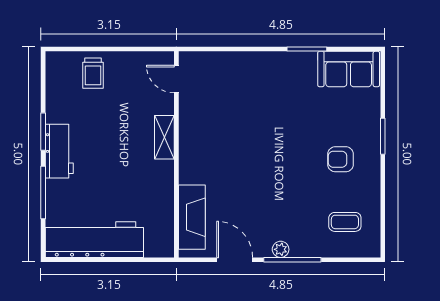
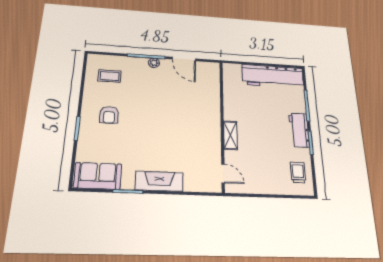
trolley: (93, 73) -> (298, 173), moved
armchair: (341, 159) -> (109, 115), turned 90
fireplace: (192, 217) -> (159, 181), moved, turned 90

